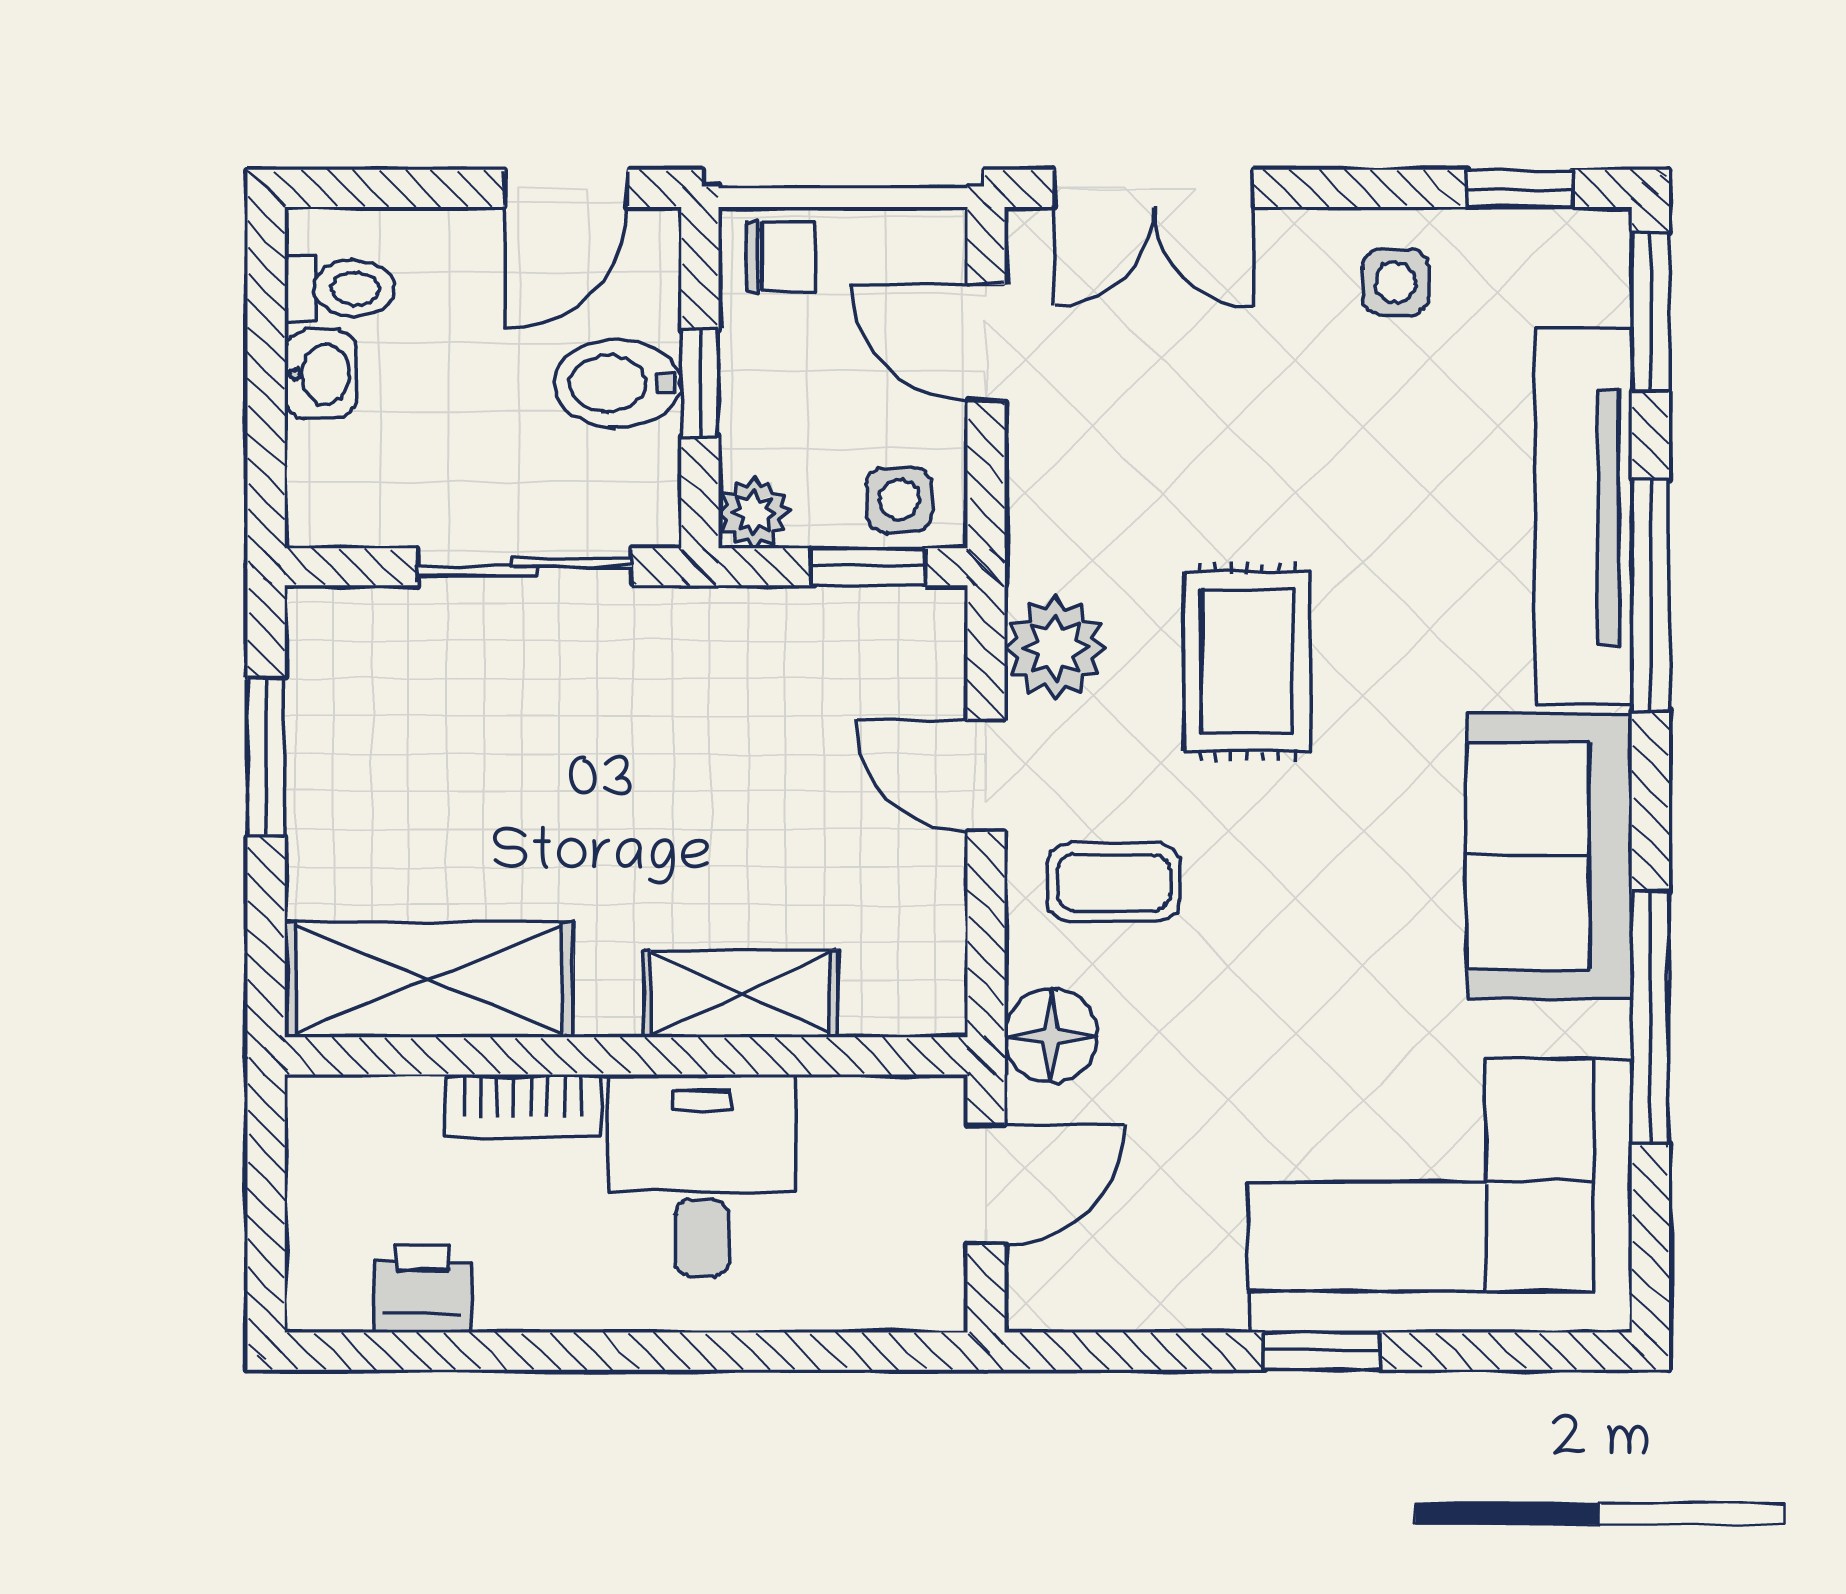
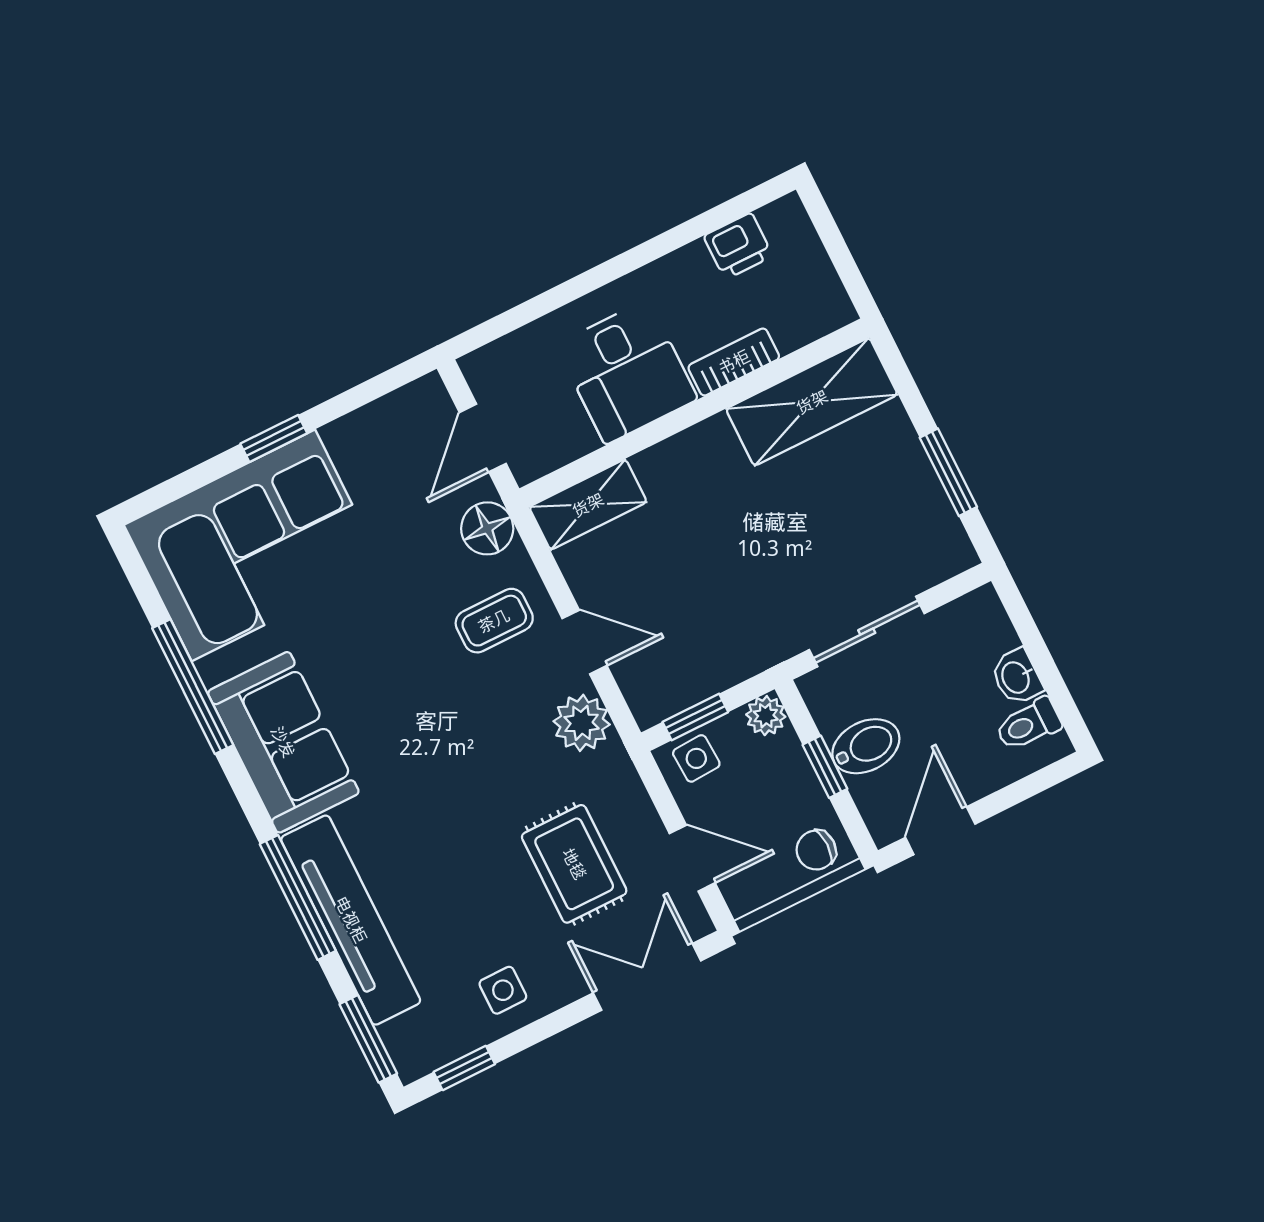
rug: (1247, 661) -> (574, 864), moved
shelving: (740, 994) -> (588, 505), moved

